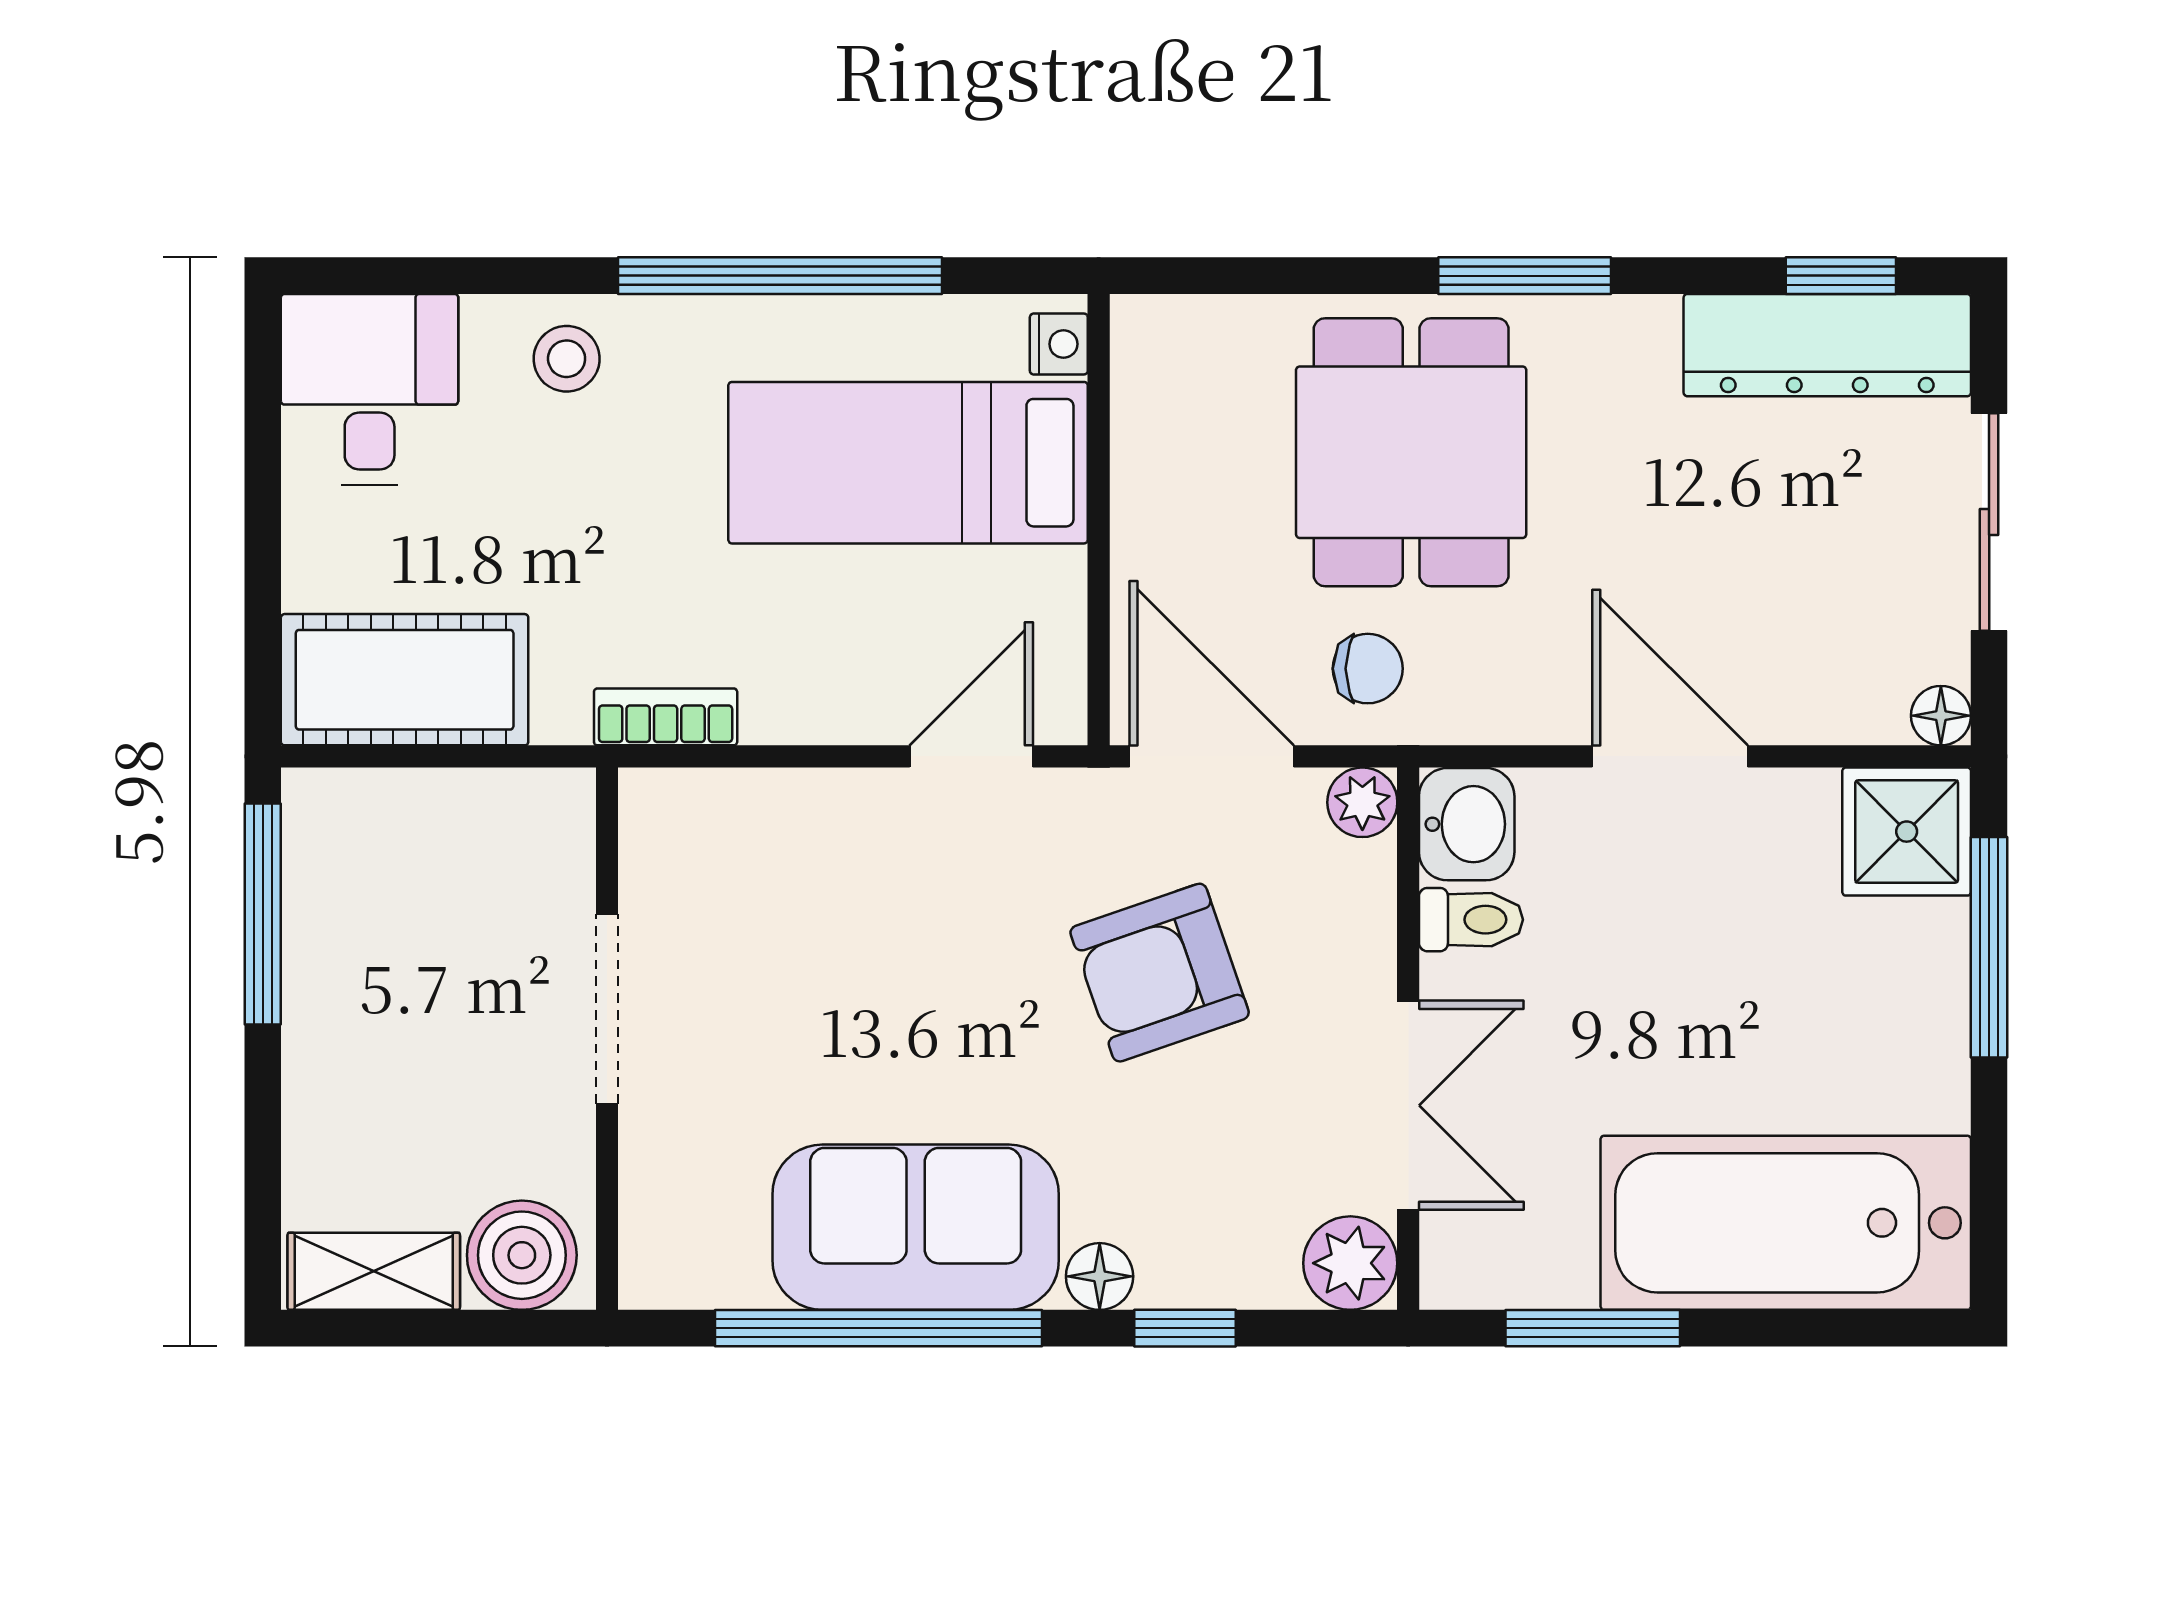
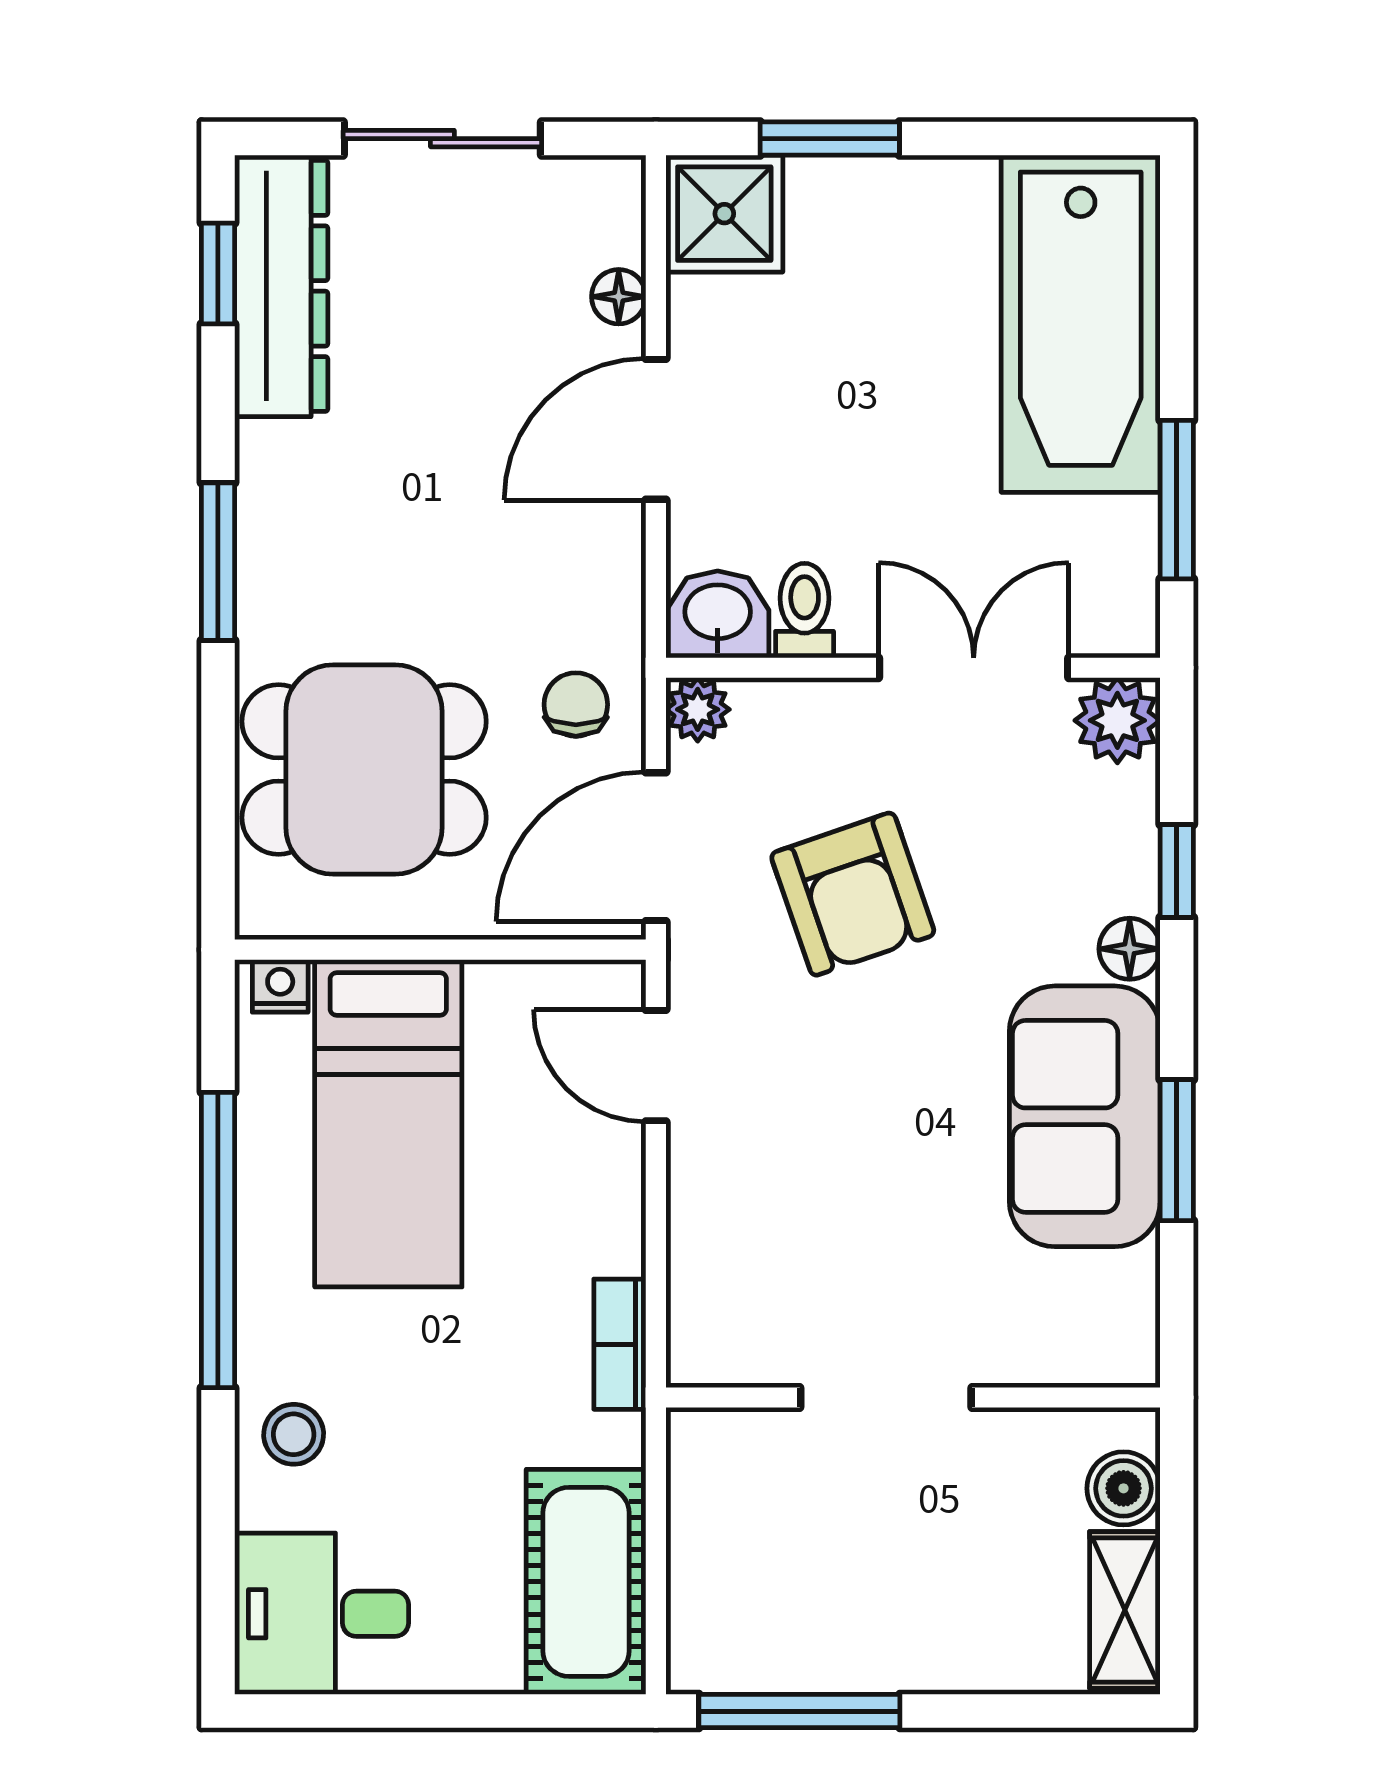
dining table: (1411, 452) -> (364, 769), moved
floor lamp: (1941, 716) -> (619, 297), moved
window: (1989, 947) -> (830, 139), width x0.69
boiler: (522, 1255) -> (1124, 1488), width x0.73, depth x0.73
window: (879, 1328) -> (1177, 1150), width x0.47

